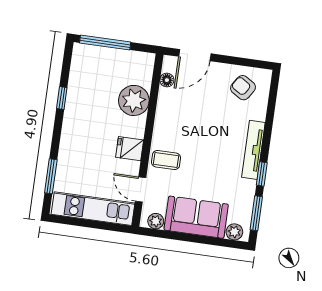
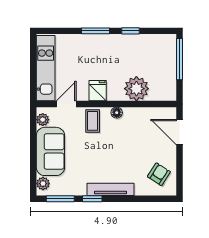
floor lamp: (167, 80) -> (117, 113), moved
window: (51, 176) -> (96, 31), moved

